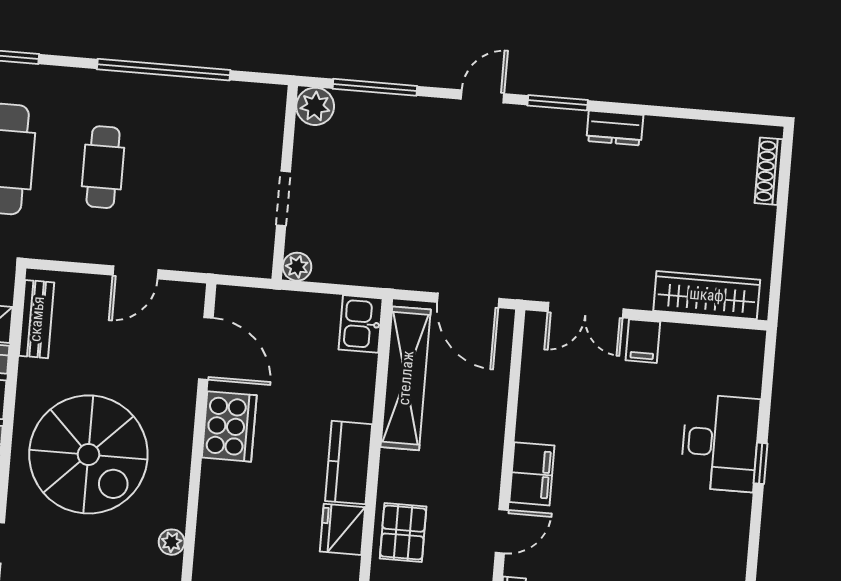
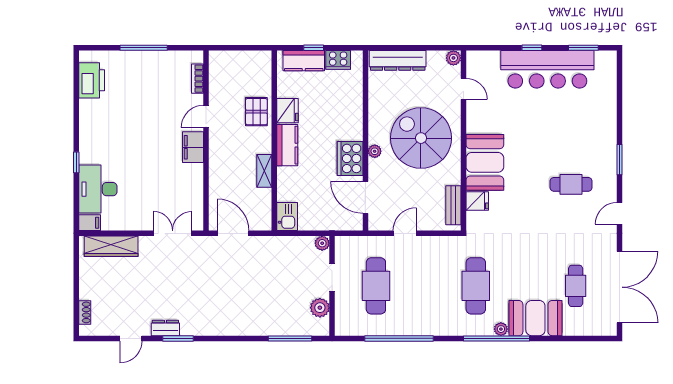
door: (483, 96) -> (131, 338), moved
window: (558, 103) -> (178, 338), moved
plant: (315, 106) -> (320, 308), moved
cafe table: (103, 167) -> (376, 286), moved, width x1.37, depth x1.35
shoe rack: (769, 171) -> (85, 312), width x0.70
filing cabinet: (643, 341) -> (90, 223), moved, turned 90
shelving: (406, 378) -> (264, 171), width x0.45, depth x0.75
desk: (720, 443) -> (98, 189), moved
plant: (172, 542) -> (375, 151), moved

